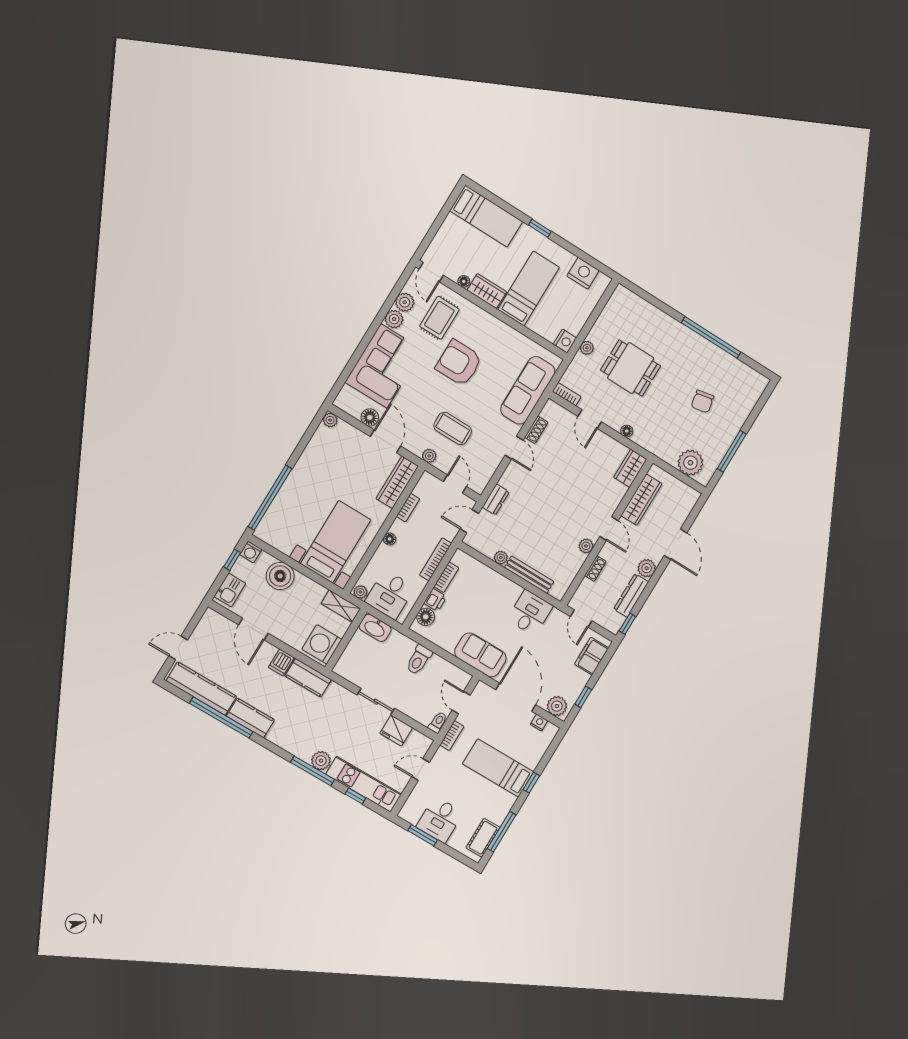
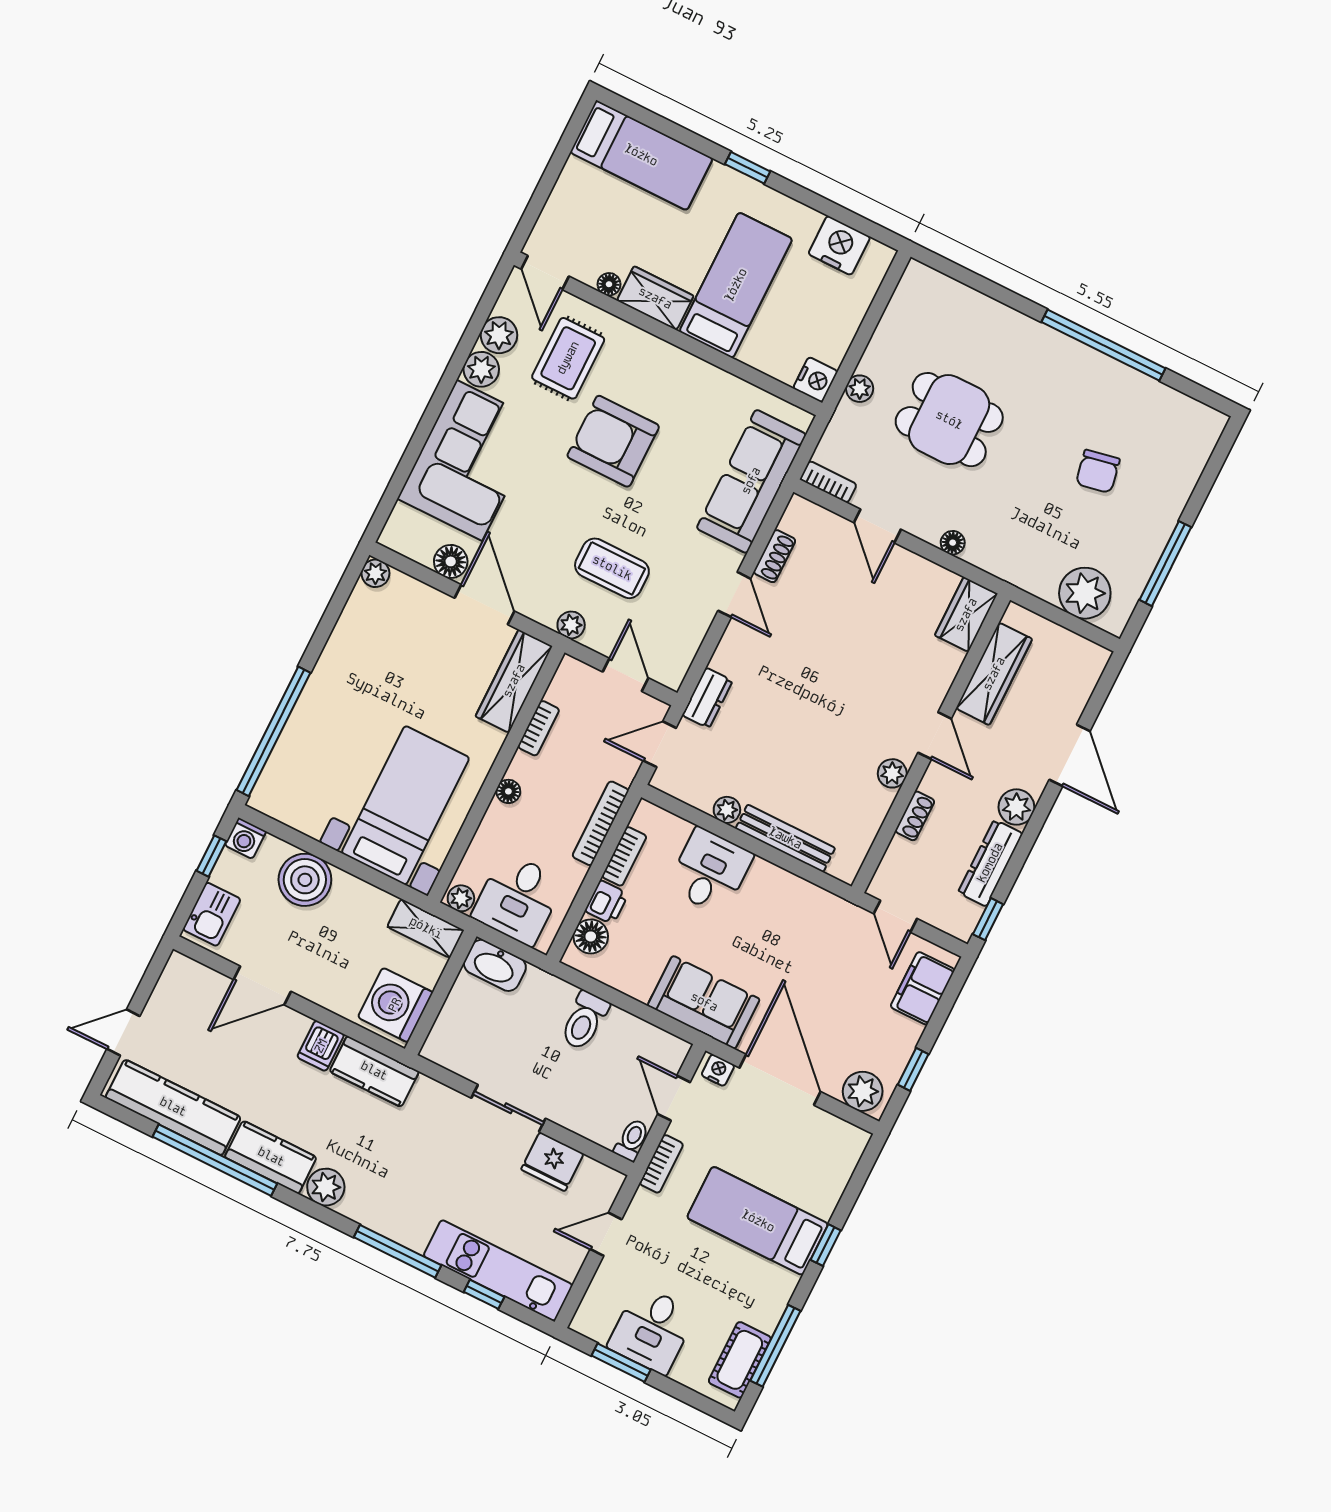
desk: (530, 613) -> (710, 871), moved
door: (253, 629) -> (262, 986), hinge flipped
nightstand: (539, 723) -> (718, 1070), moved
plant: (321, 761) -> (326, 1187), moved

